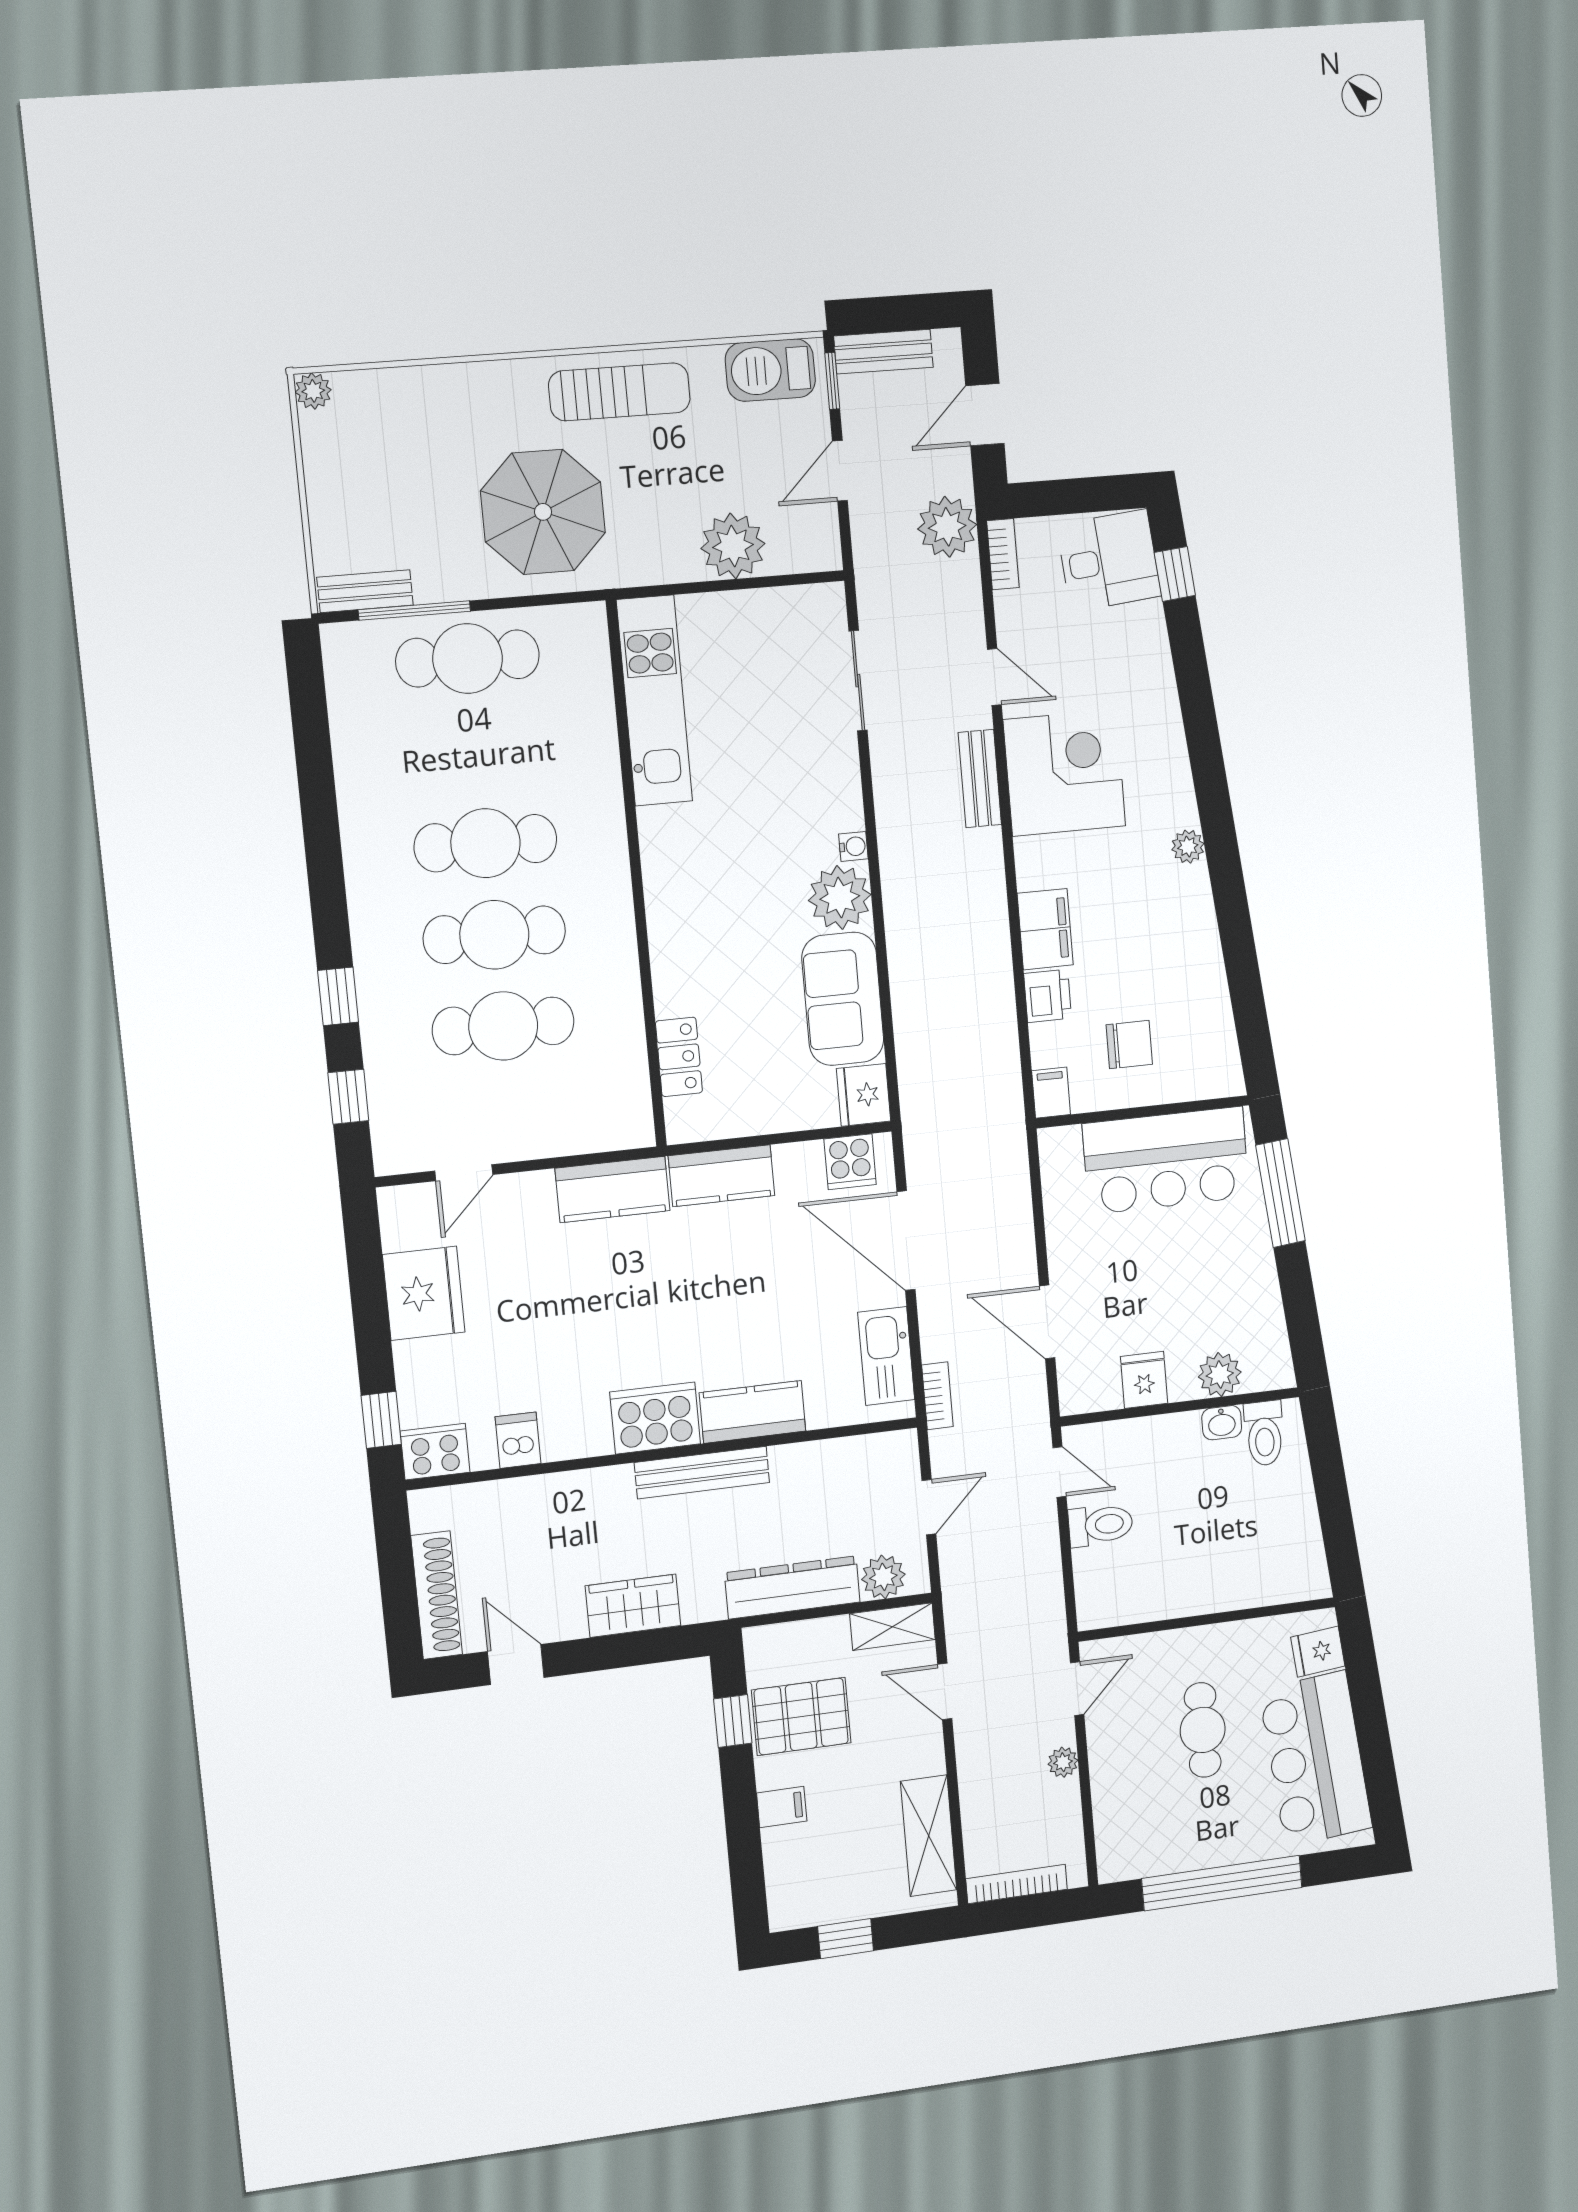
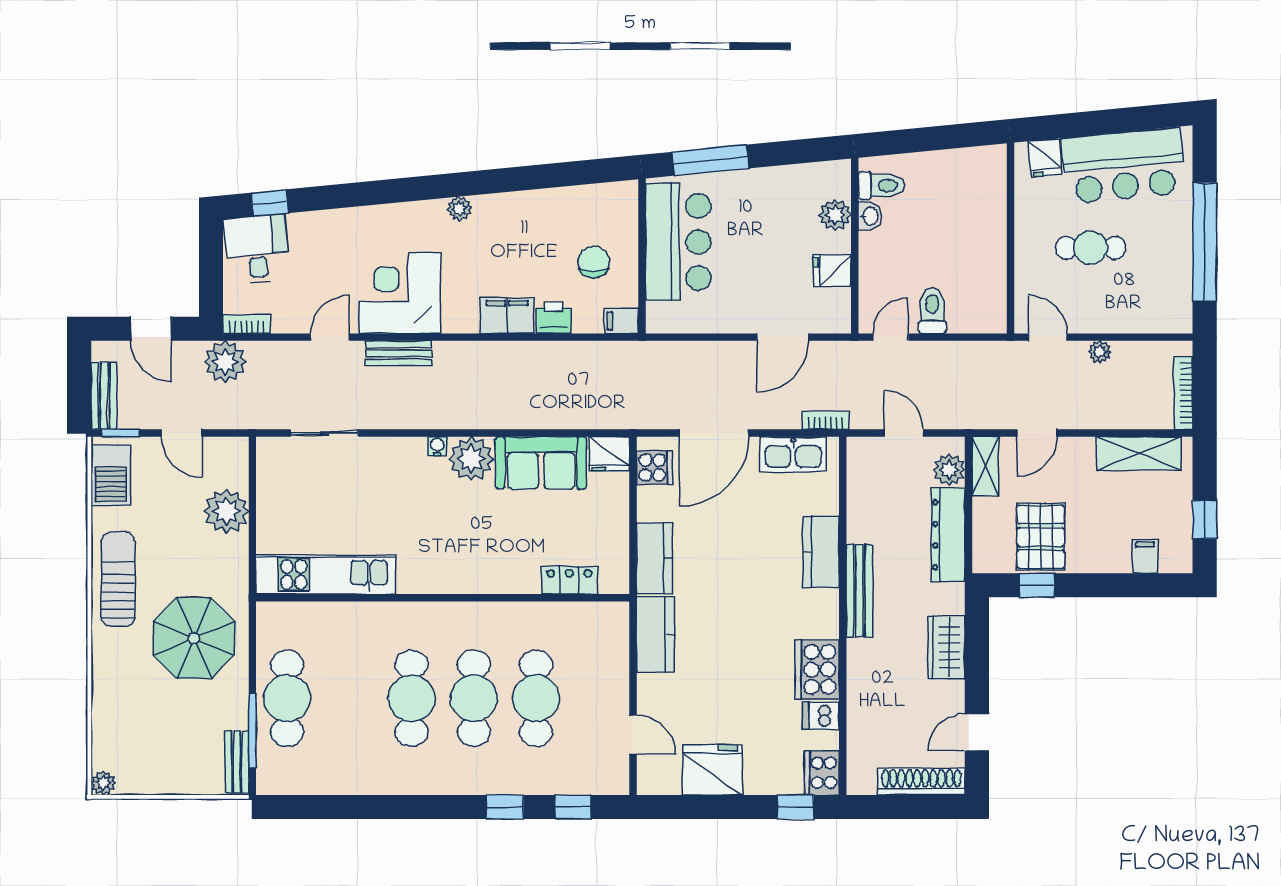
cooker: (655, 1418) -> (817, 669), moved
filing cabinet: (782, 1807) -> (1145, 556), moved

